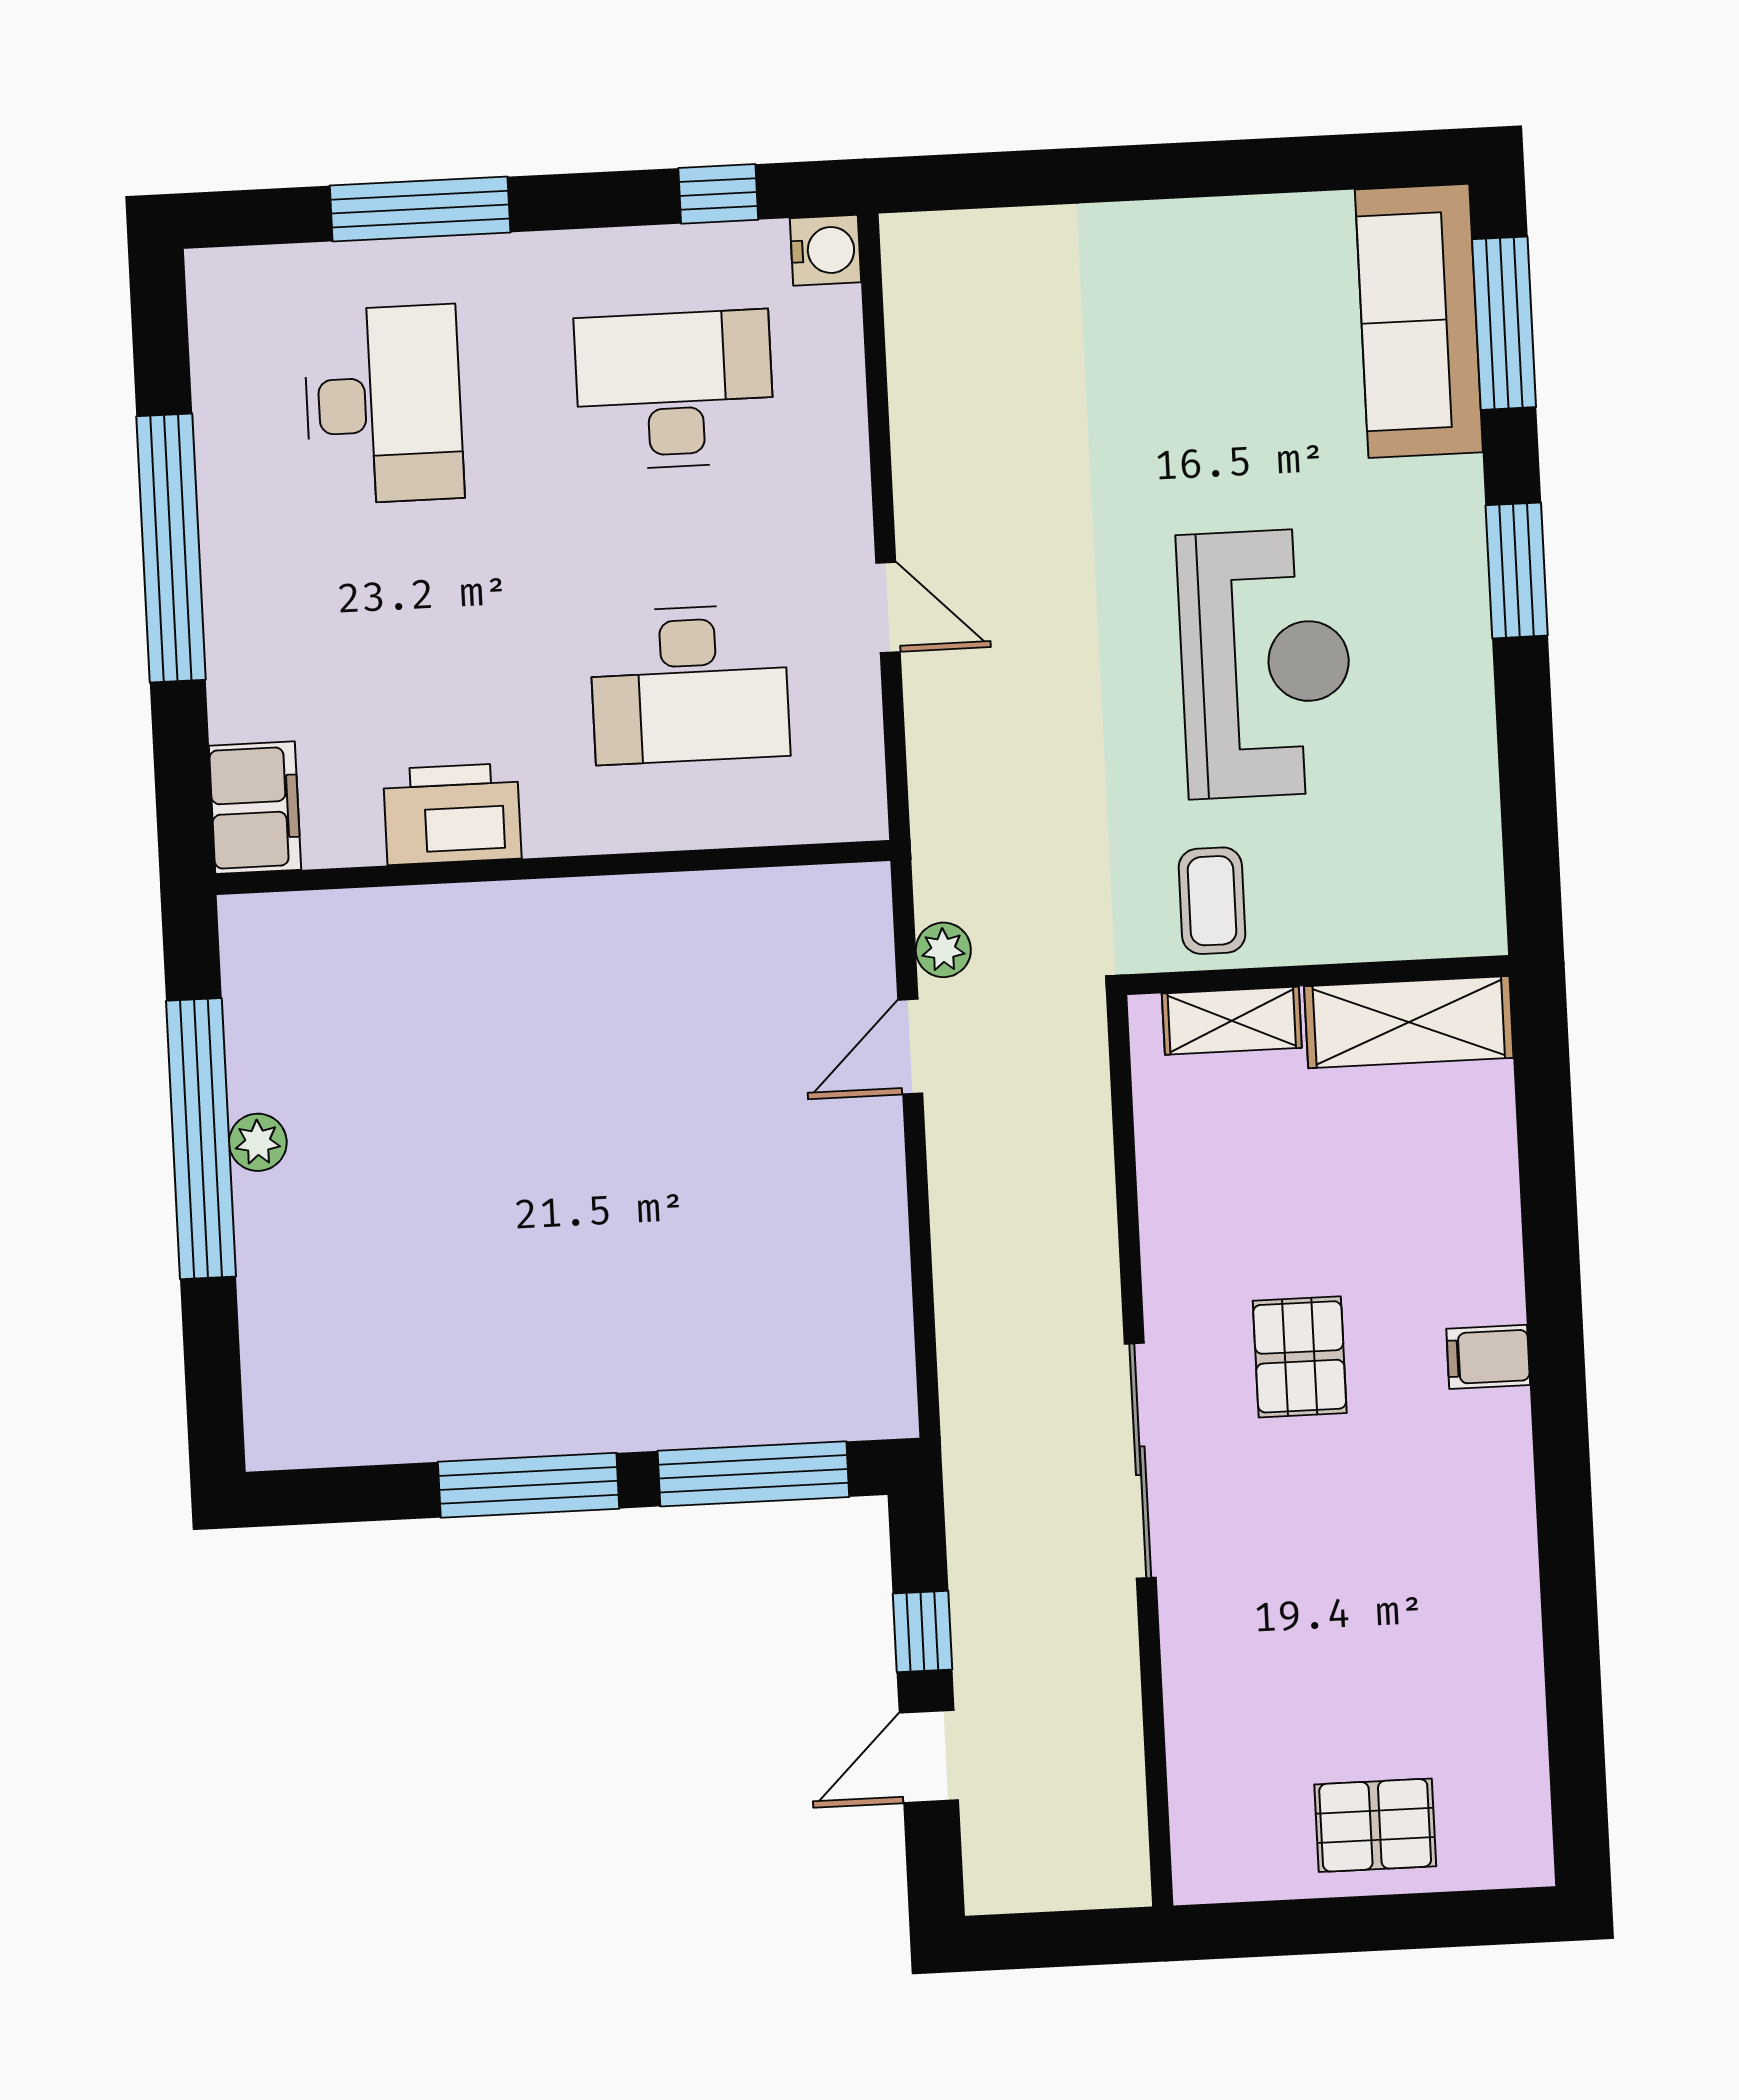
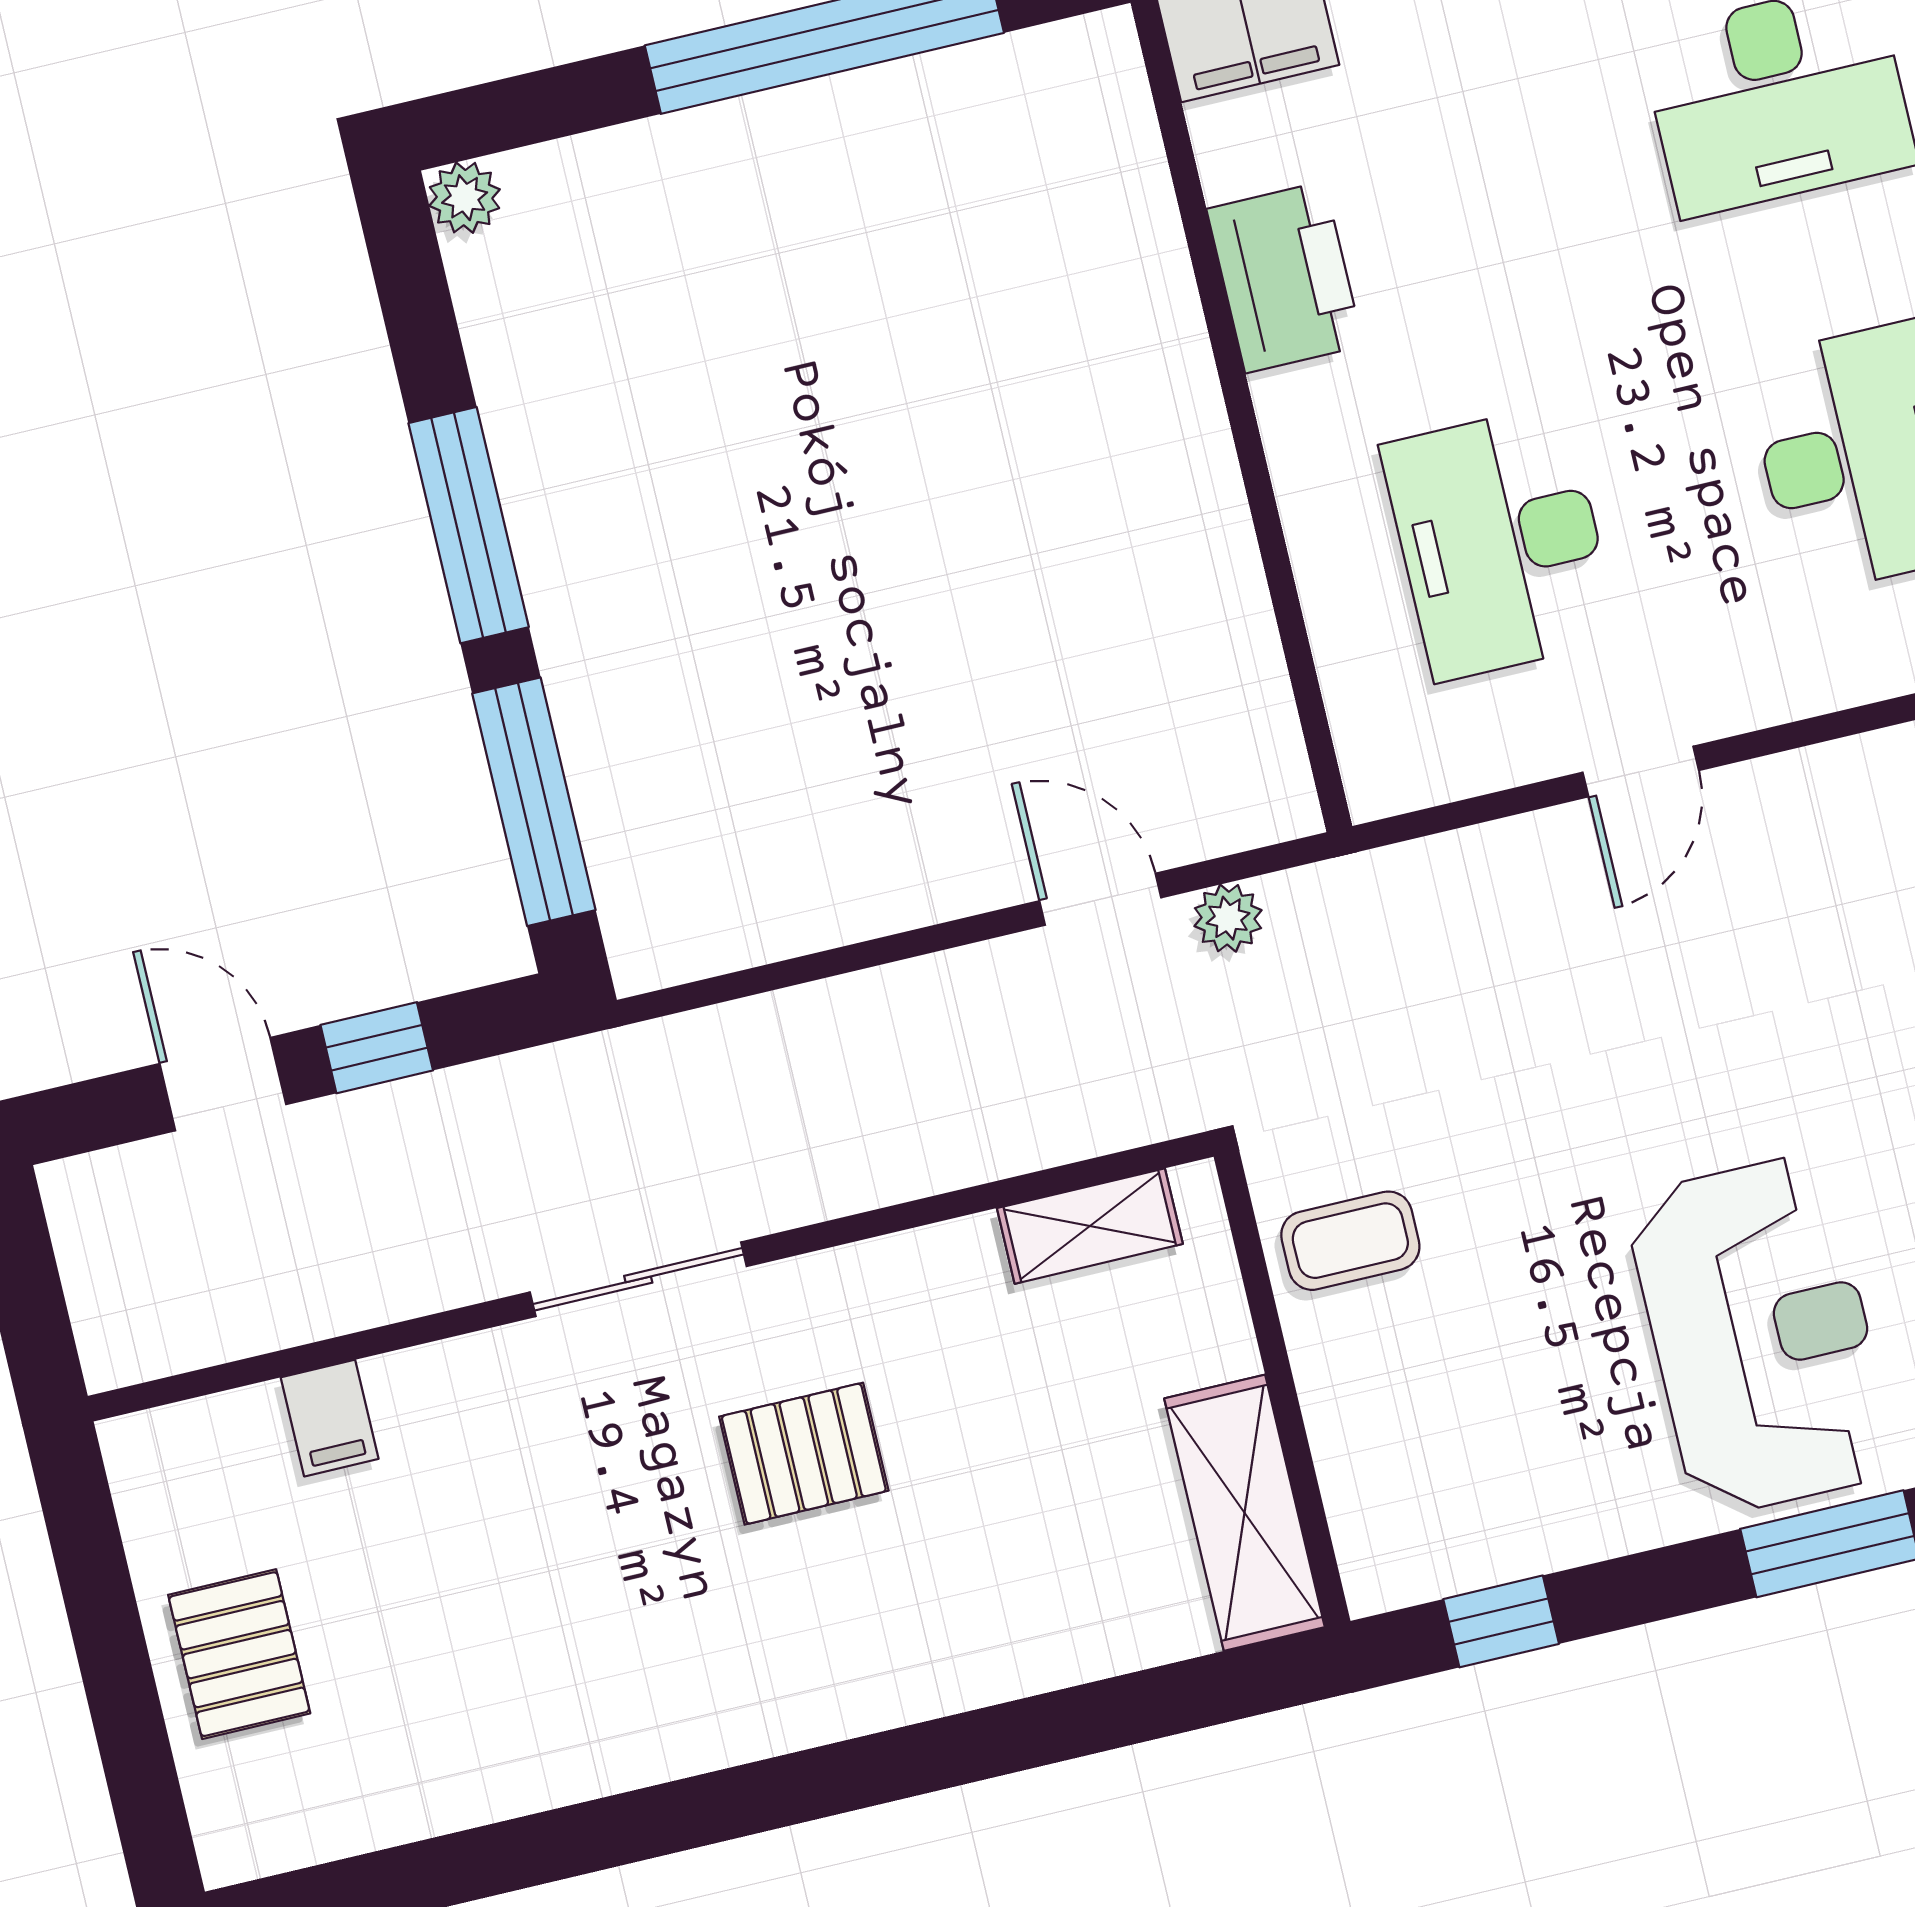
reception desk: (1265, 663) -> (1761, 1335), moved, turned -90
window: (1530, 838) -> (1501, 1621), added
shelving: (1232, 1021) -> (1090, 1226), moved, turned 90
plant: (258, 1142) -> (465, 198), moved
filing cabinet: (1488, 1357) -> (330, 1418), moved, turned 180
sliding door: (1140, 1461) -> (638, 1279), width x0.73

